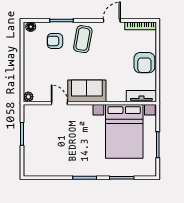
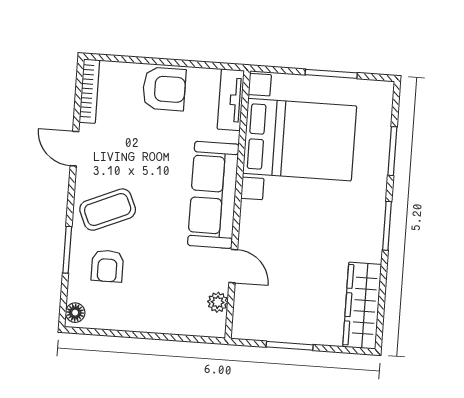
coffee table: (83, 39) -> (108, 210), turned -33
sofa: (87, 91) -> (213, 195), width x1.36
plant: (28, 97) -> (218, 302), moved
door: (59, 103) -> (233, 266), swing flipped
wardrobe: (44, 168) -> (362, 306), added

